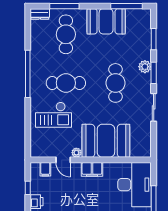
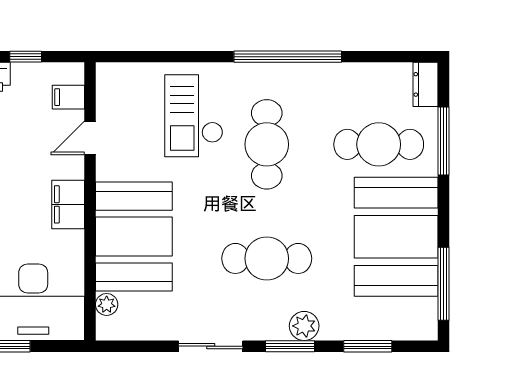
booth: (106, 21) -> (396, 237), width x1.36, depth x1.42
plant: (76, 153) -> (107, 304), moved

